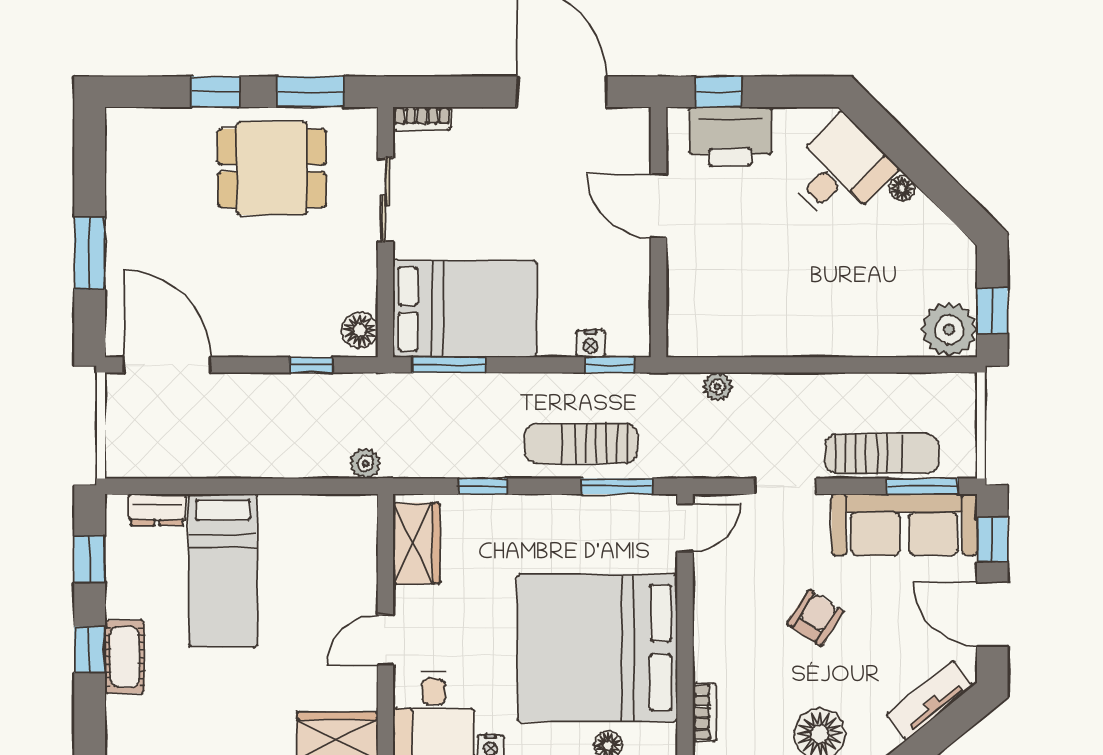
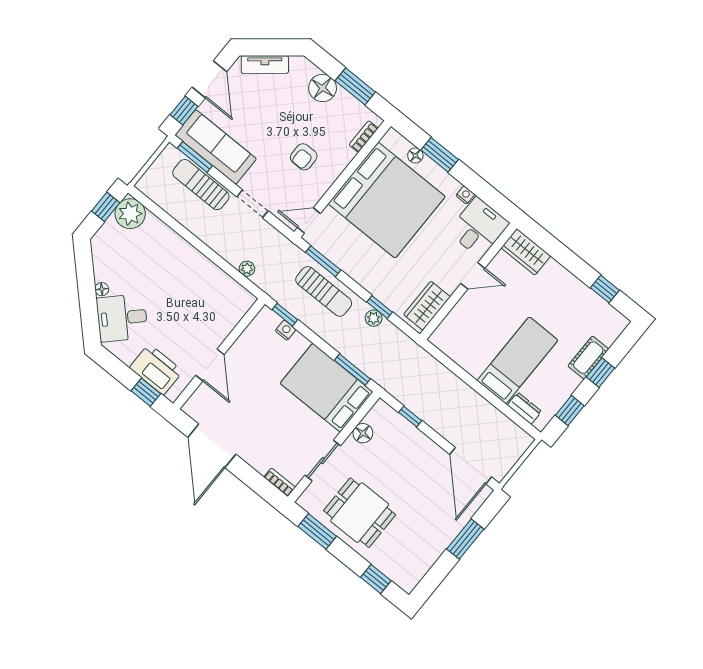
window: (216, 92) -> (376, 579), moved
floor lamp: (360, 330) -> (363, 433), moved
plant: (365, 463) -> (374, 318), moved
armchair: (815, 618) -> (304, 157), moved, turned -33

